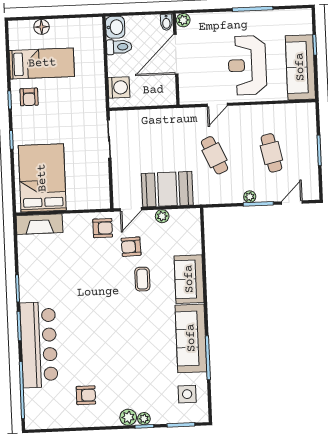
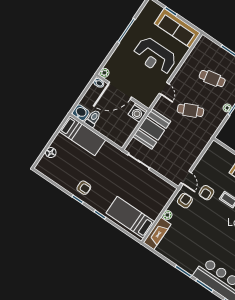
door: (176, 54) -> (120, 91), hinge flipped
bed: (42, 63) -> (82, 136), moved, turned 90
washing machine: (119, 87) -> (138, 113), moved, turned 180
bed: (42, 178) -> (130, 217), width x0.67
booth: (167, 189) -> (152, 129), moved
plant: (162, 216) -> (167, 215), moved

